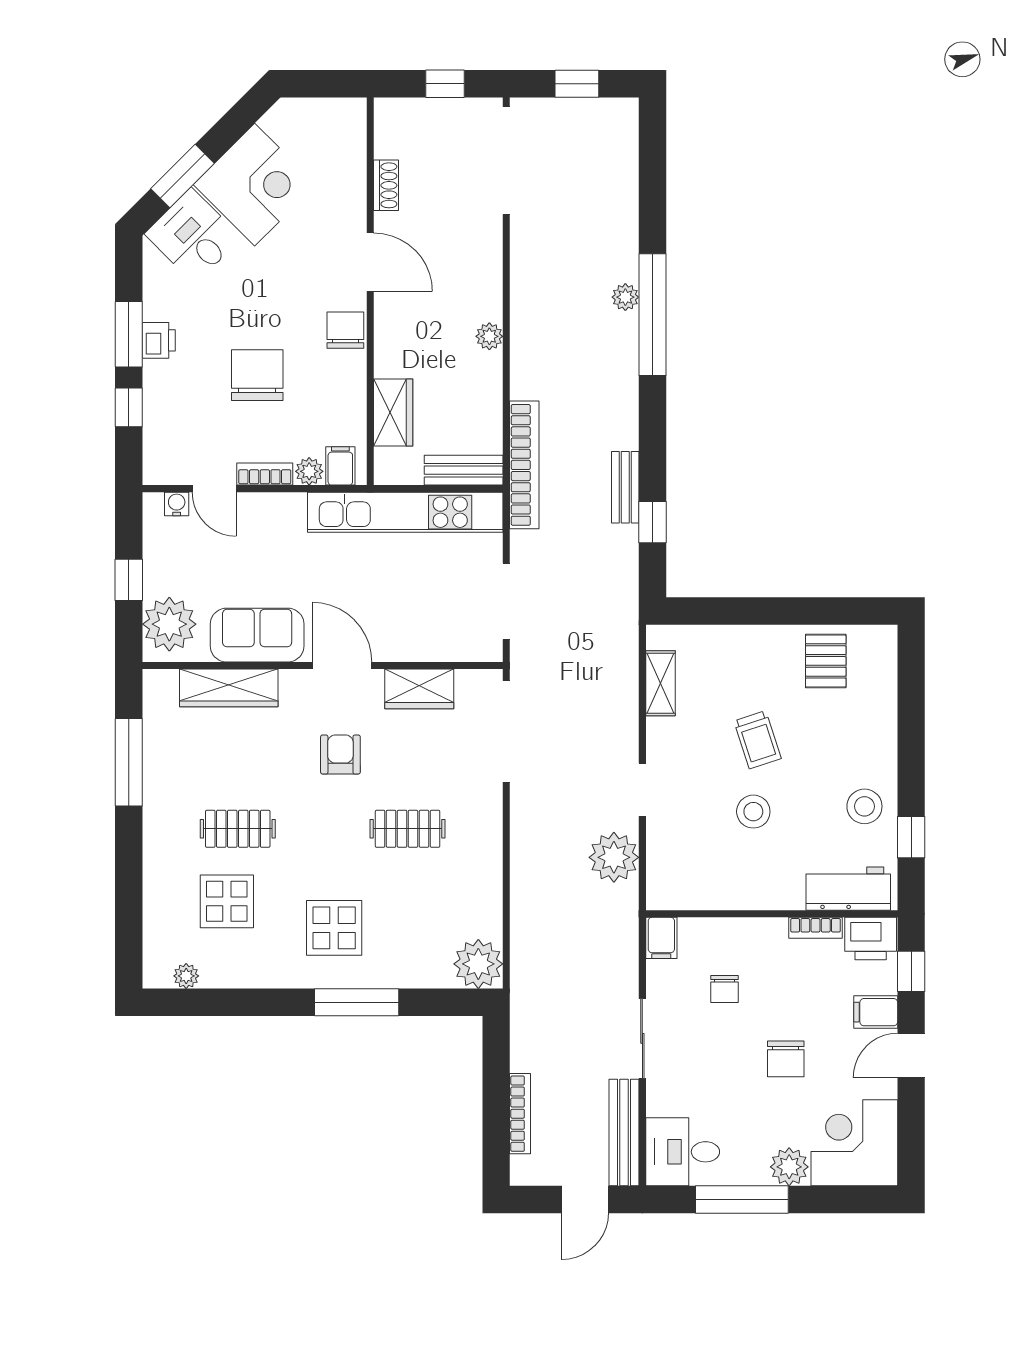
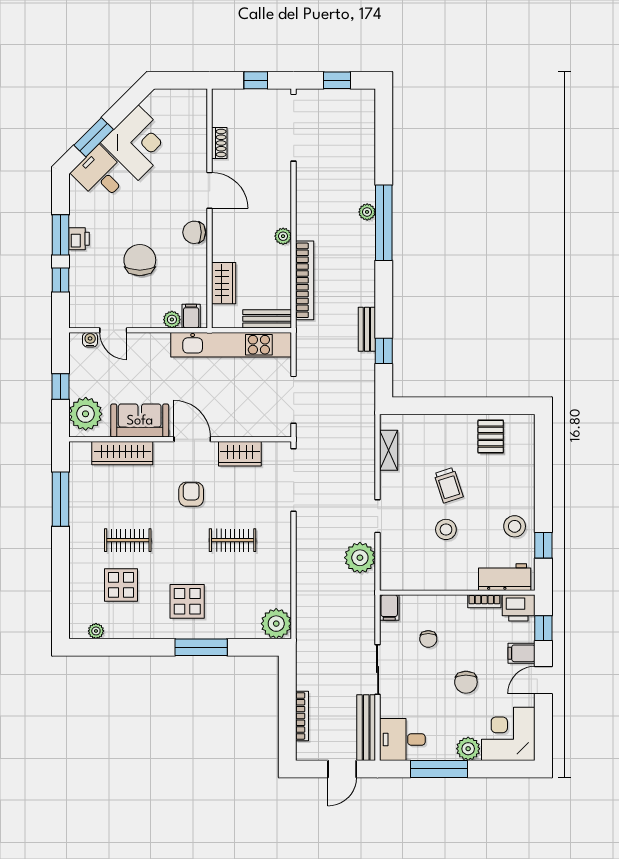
chair: (345, 330) -> (194, 232), turned -90
bookcase: (524, 465) -> (305, 280), moved
bookcase: (265, 474) -> (144, 321), removed

